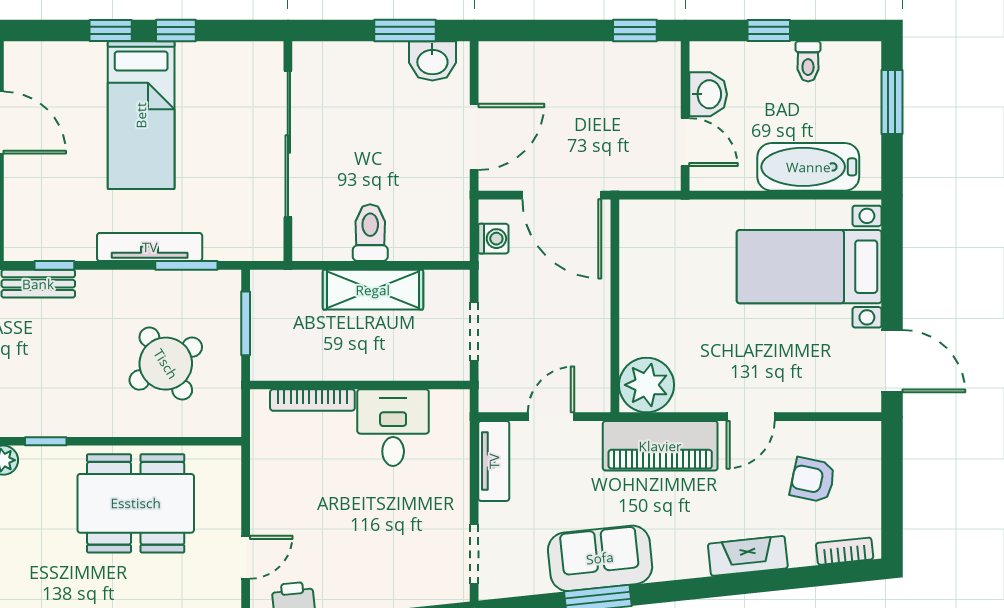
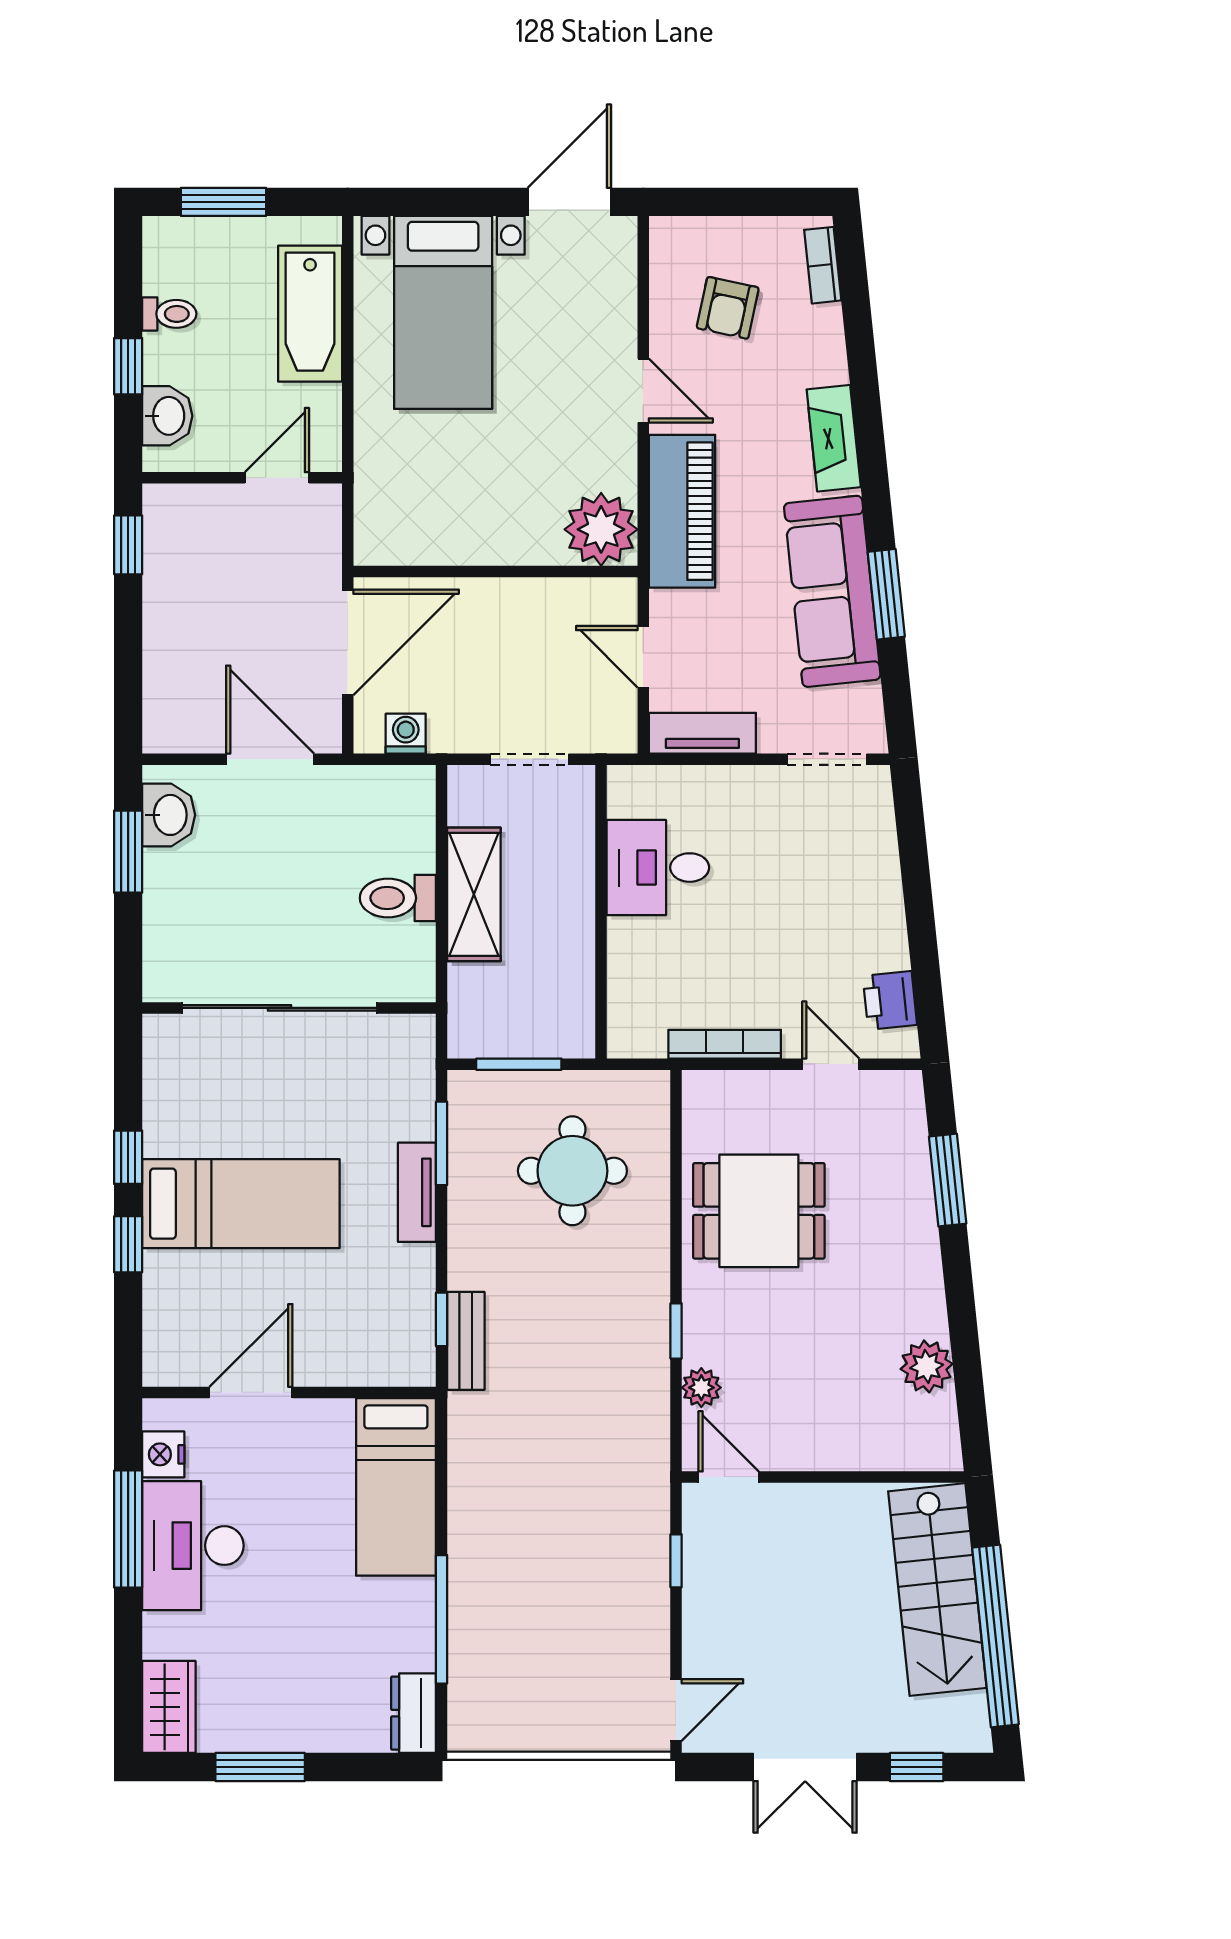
washbasin: (708, 94) -> (167, 416), moved, turned 90
tv unit: (150, 247) -> (417, 1192), width x0.71
round table: (166, 364) -> (572, 1171), turned 32
bookcase: (312, 400) -> (725, 1044), moved, turned -90
dining table: (136, 503) -> (759, 1211), width x0.73
fireplace: (748, 556) -> (834, 438), moved
sofa: (600, 558) -> (832, 591), width x1.36

